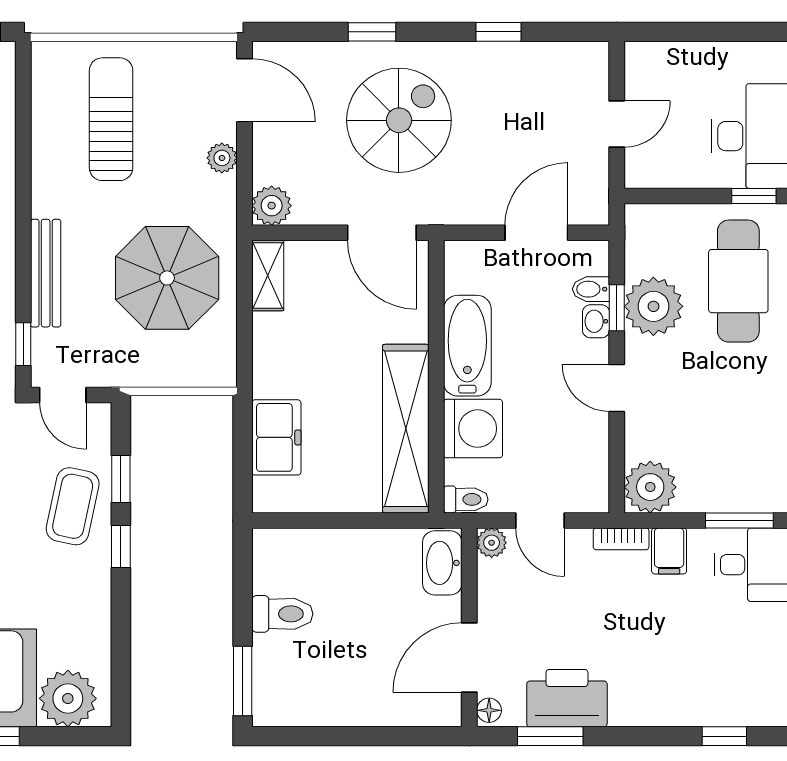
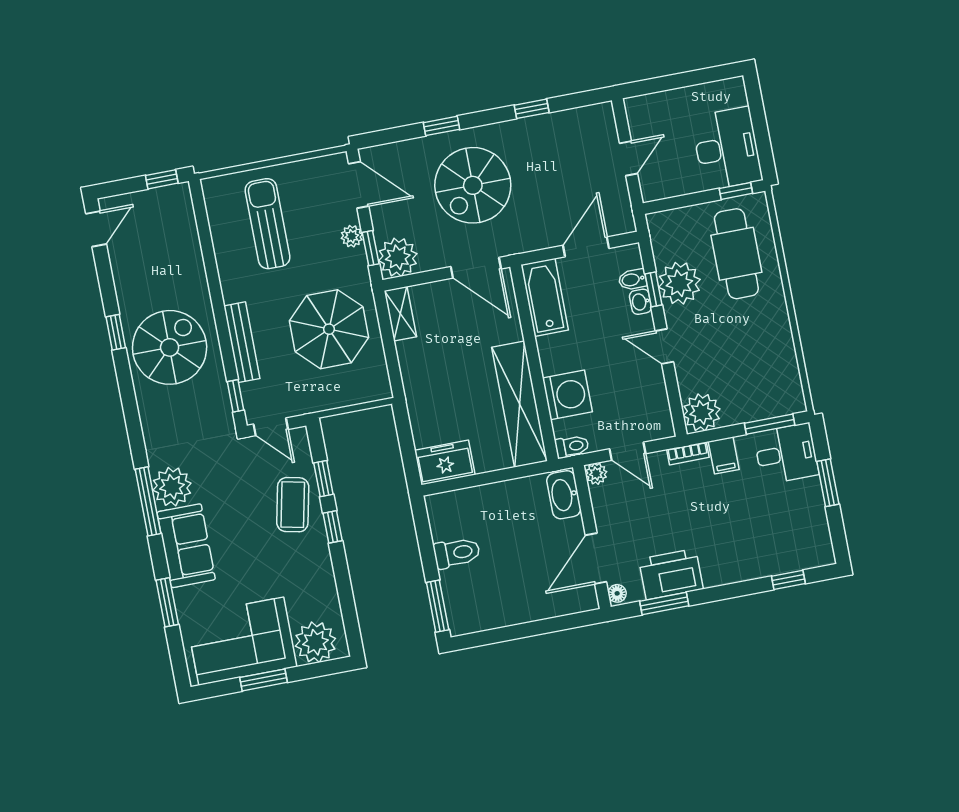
spiral stairs: (399, 120) -> (473, 185), turned 180
window: (244, 179) -> (371, 248), added
plant: (272, 206) -> (398, 257), width x1.36, depth x1.36
bathtub: (467, 346) -> (545, 297), moved
freezer: (276, 437) -> (445, 463), moved, turned -90

